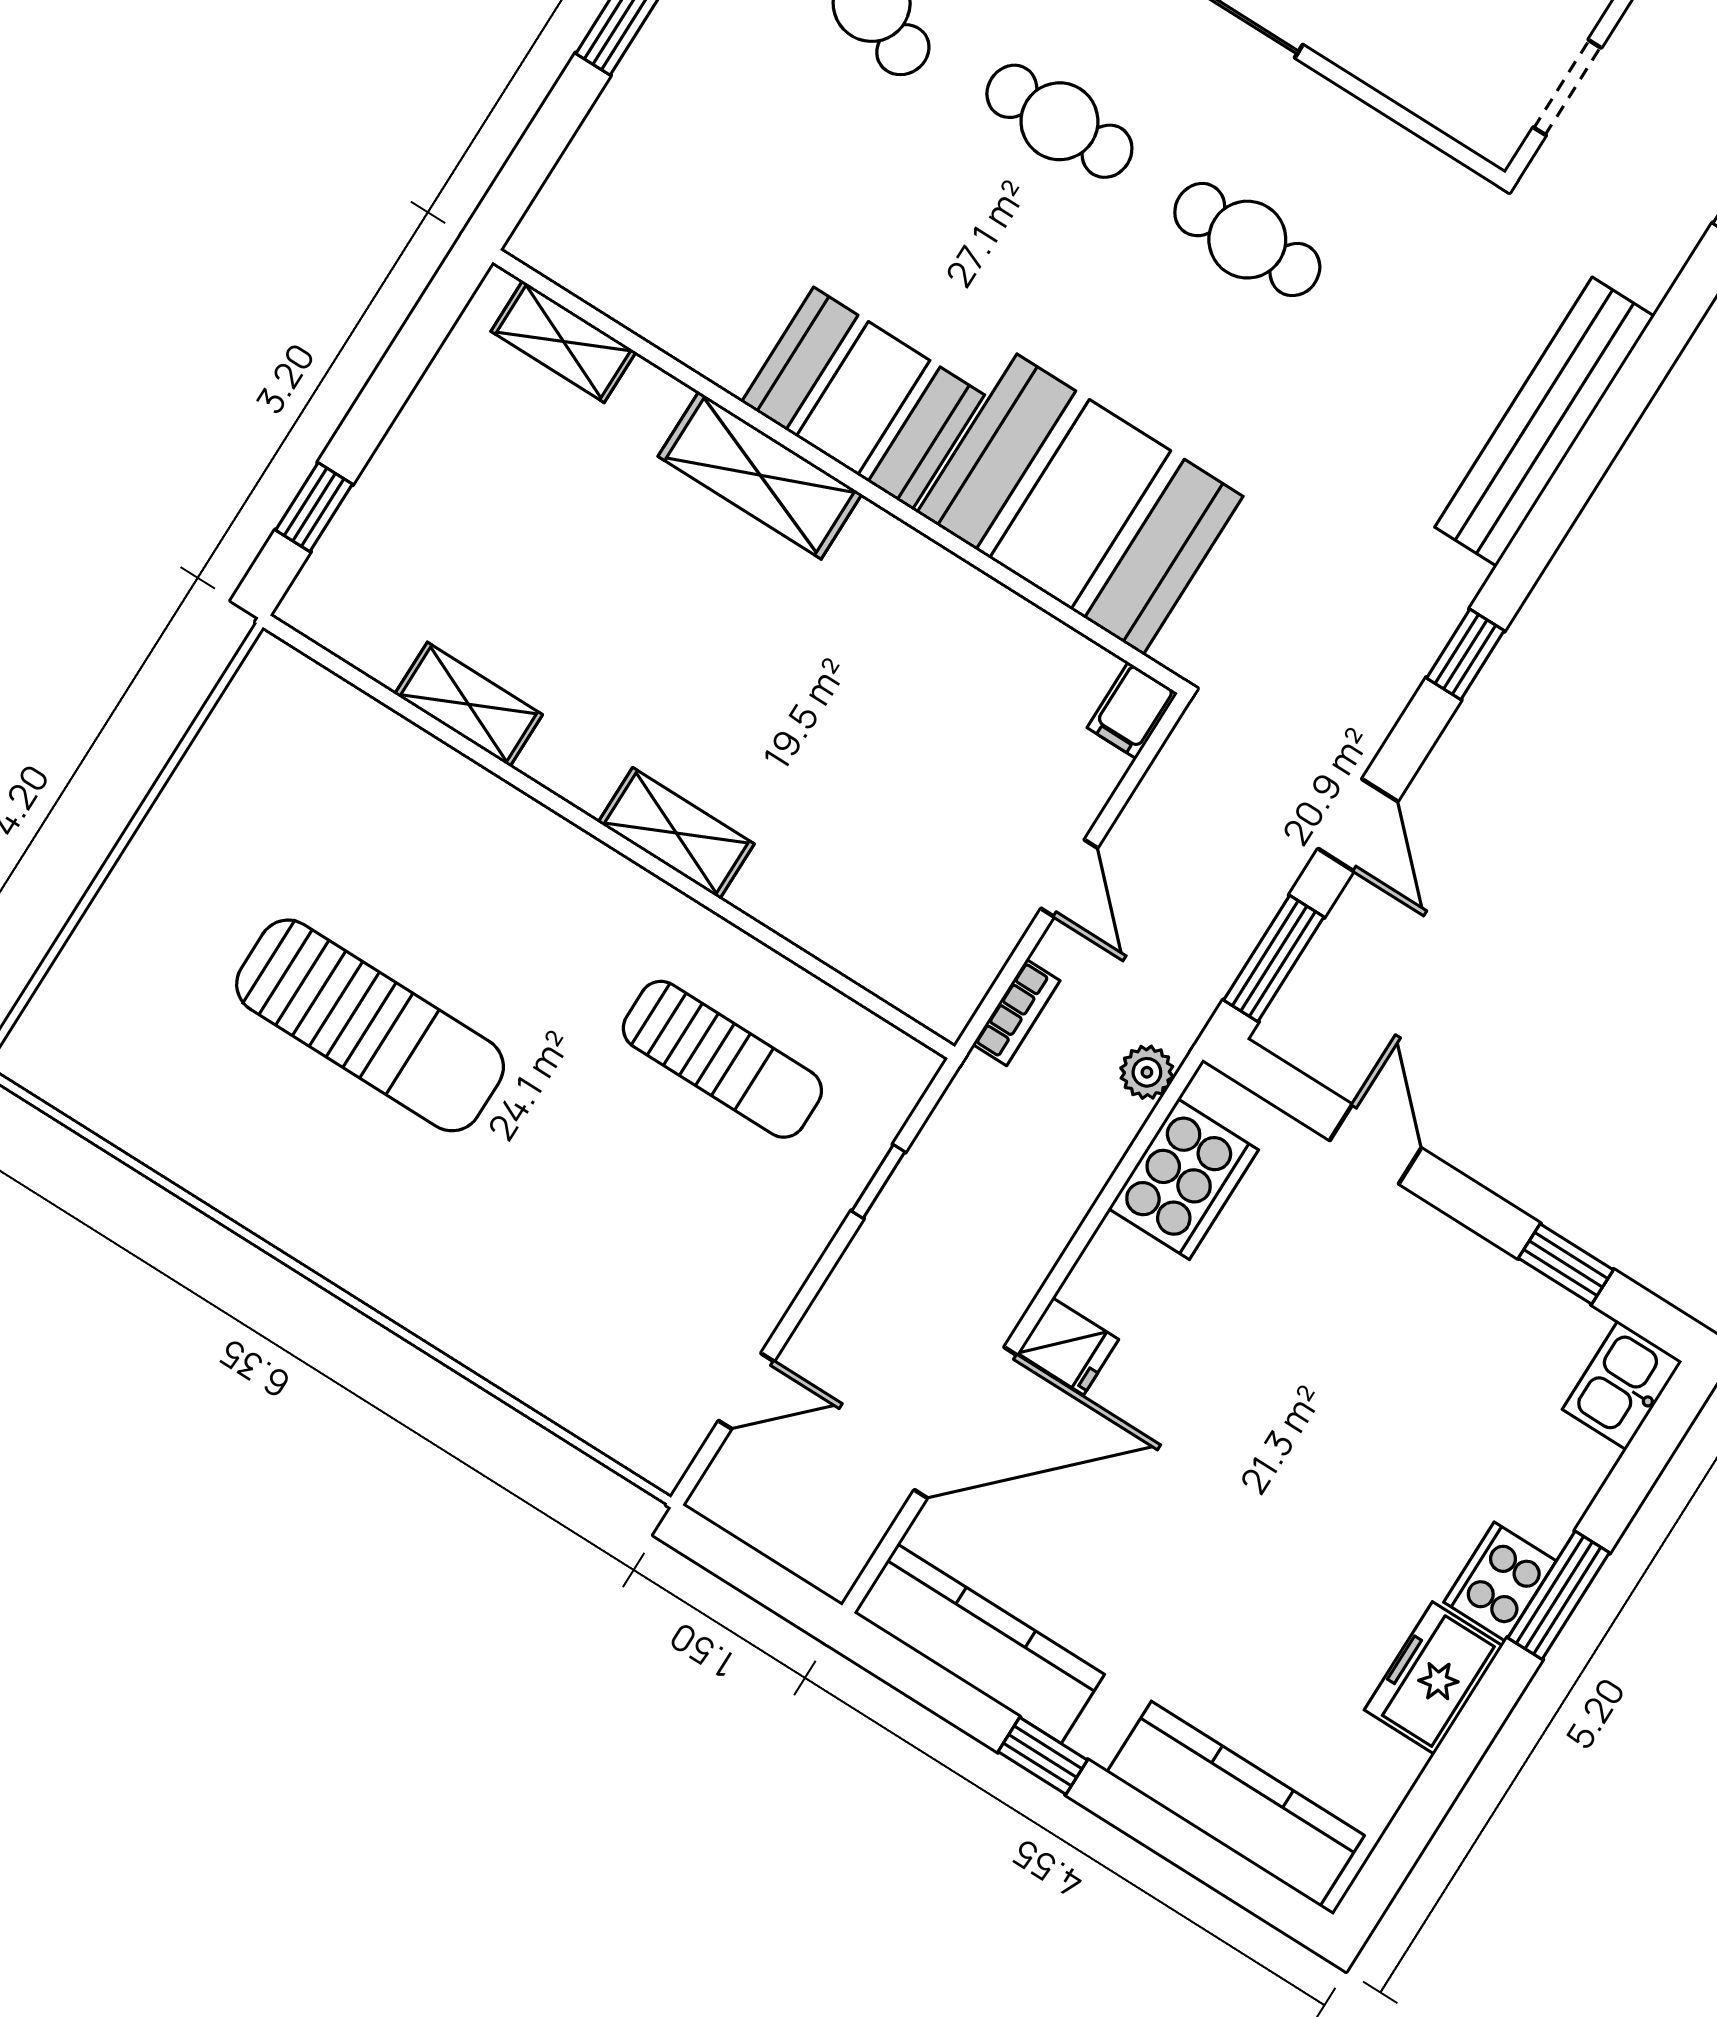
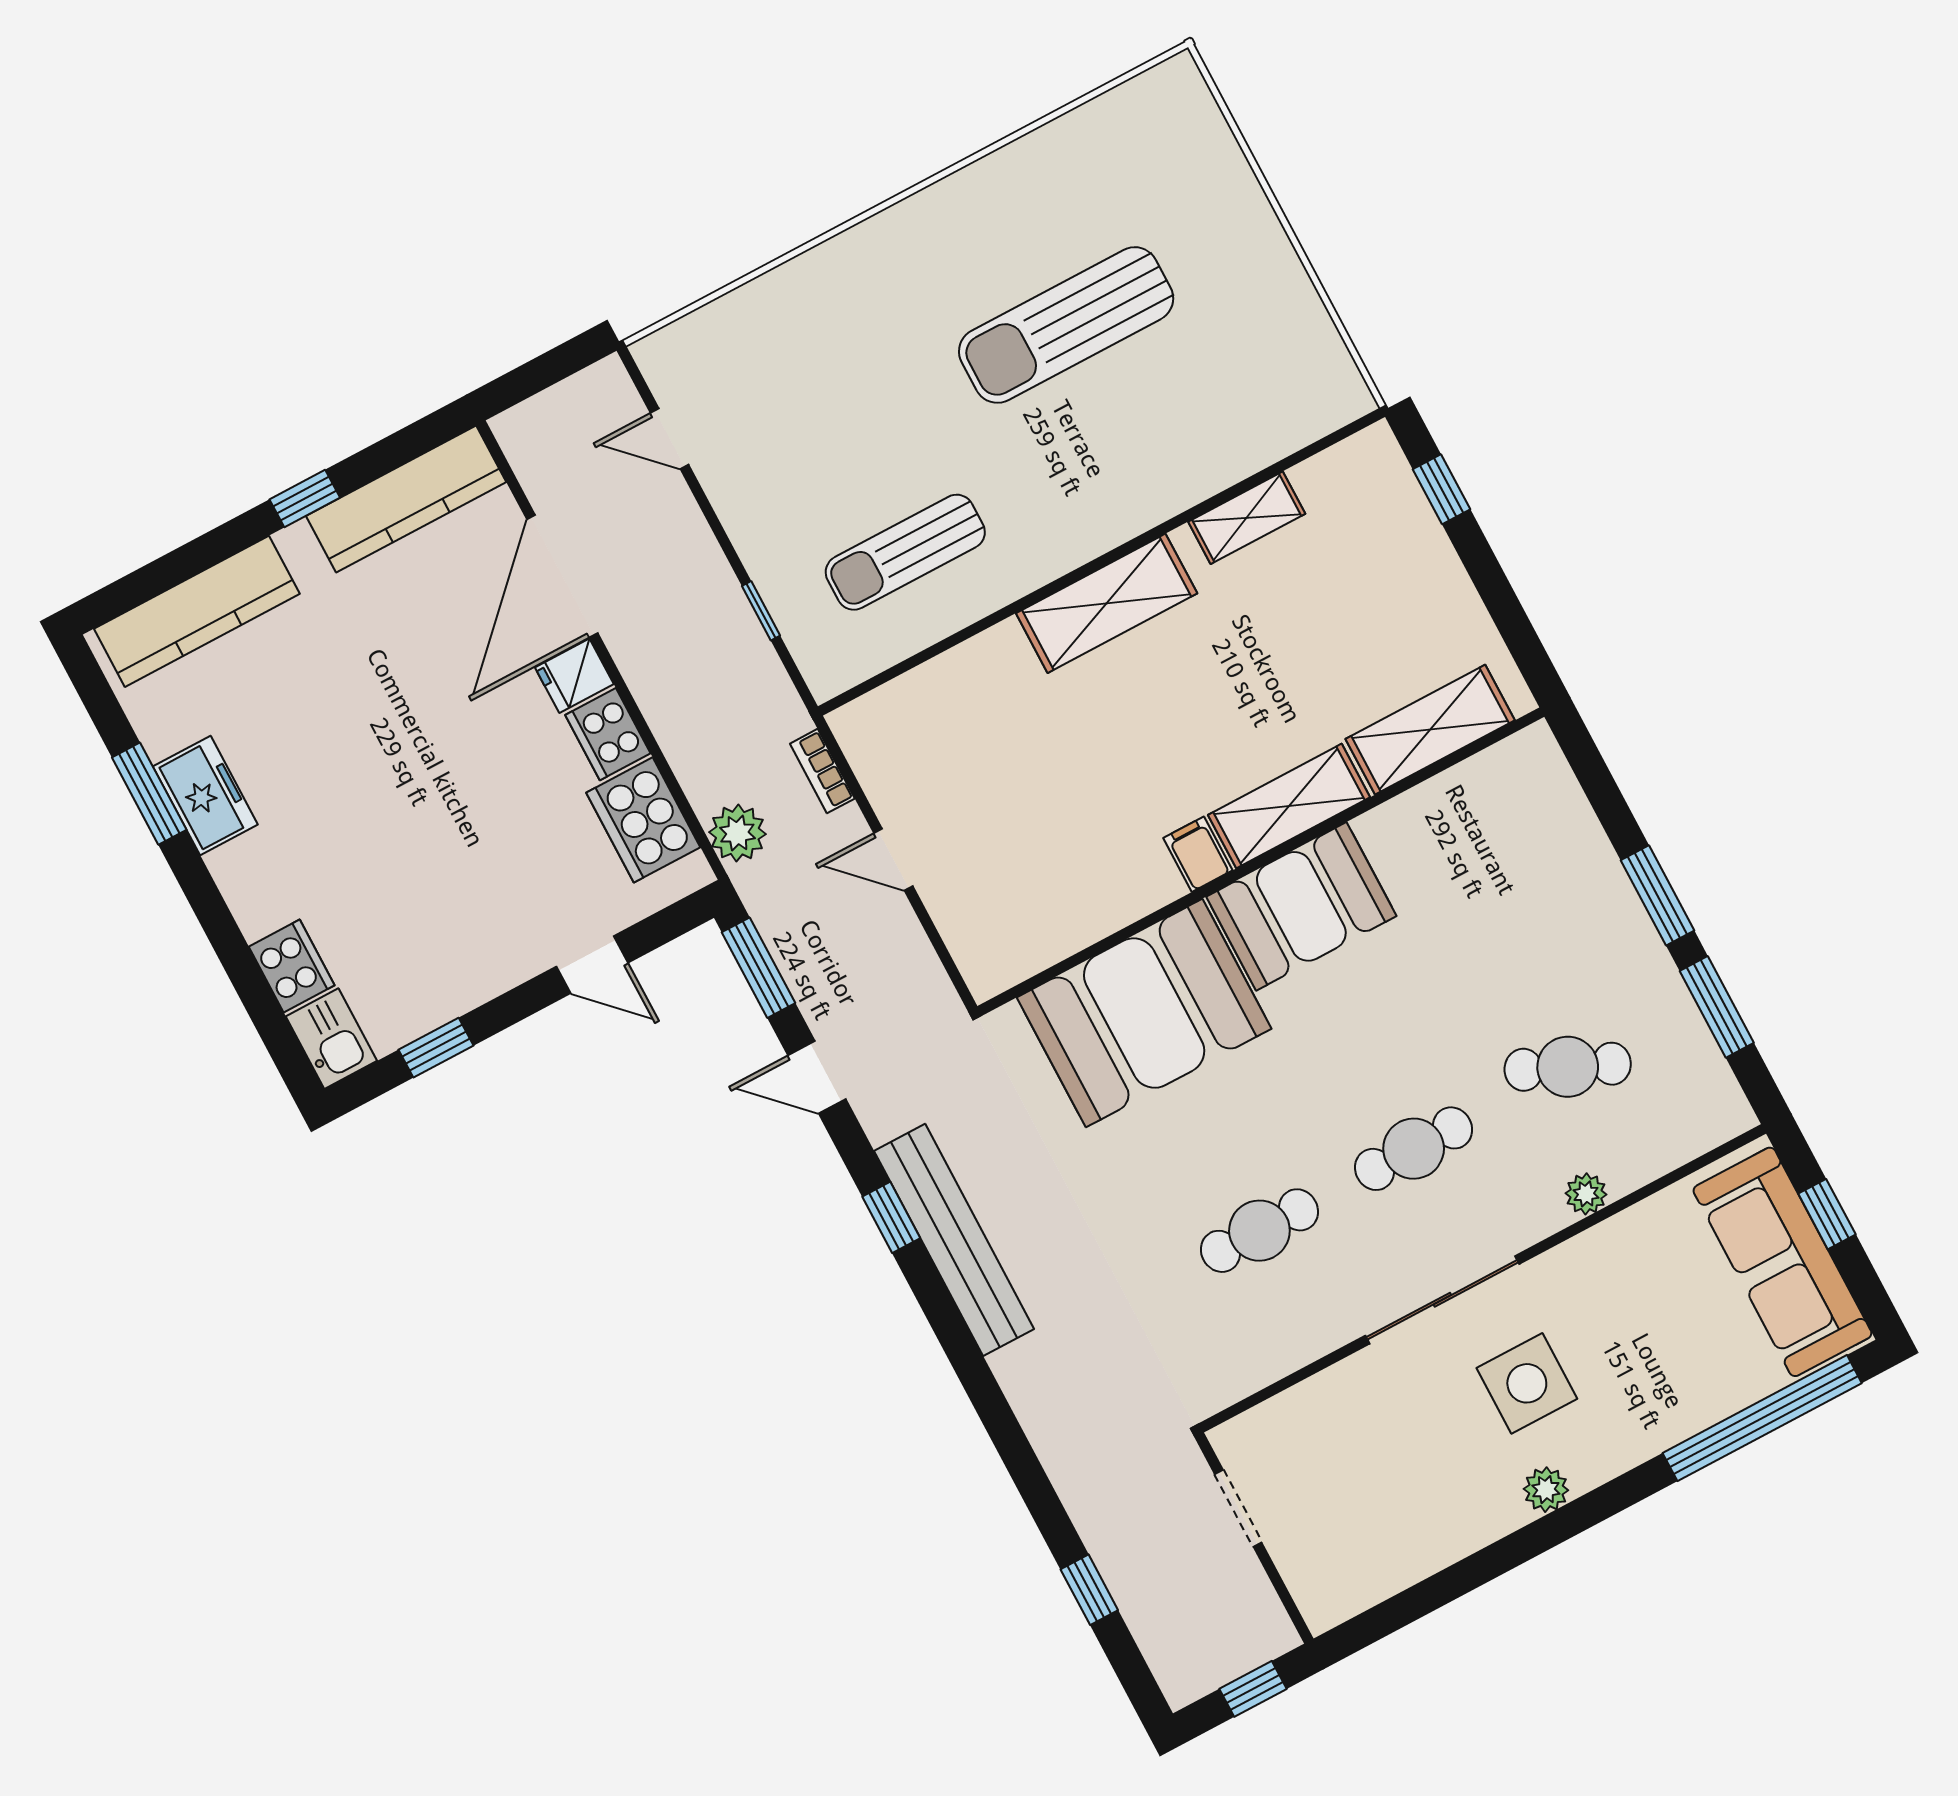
shelving: (564, 342) -> (1430, 730), width x1.50, depth x1.33
bench: (1544, 422) -> (954, 1240), moved
filing cabinet: (1132, 710) -> (1198, 854), moved
shelving: (676, 833) -> (1107, 603), width x1.50, depth x1.33
plant: (1147, 1072) -> (737, 833), width x1.38, depth x1.38
cooker: (1111, 1272) -> (608, 734), added
door: (746, 1391) -> (670, 439), hinge flipped
cooker: (1500, 1582) -> (292, 966), moved
window: (1559, 1595) -> (149, 794), moved

